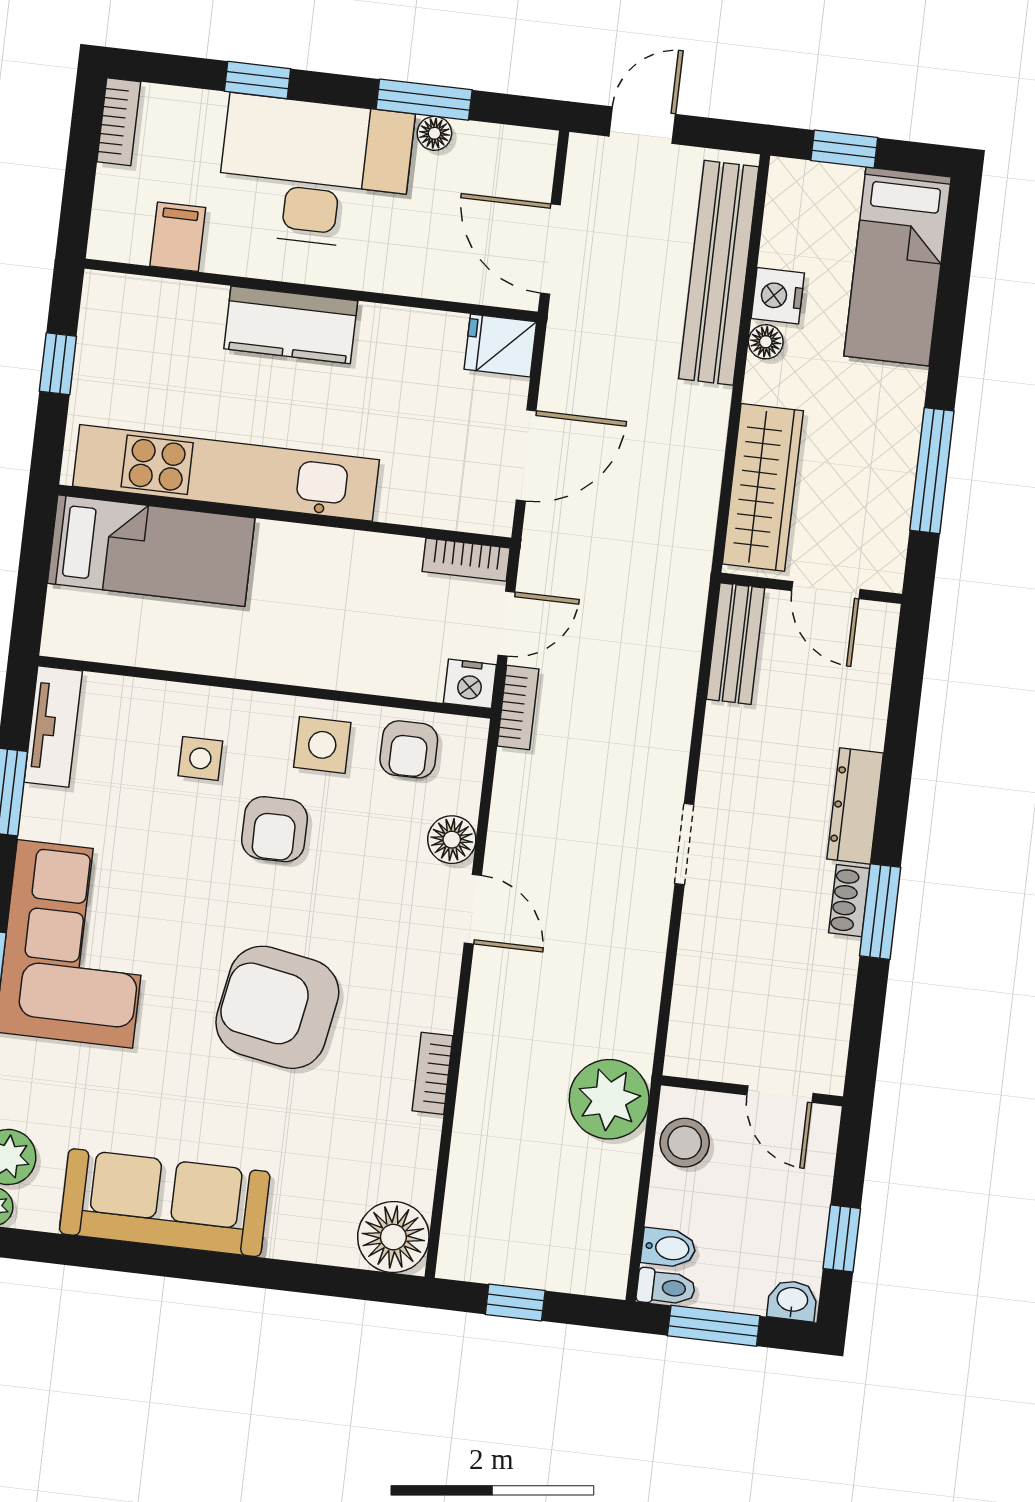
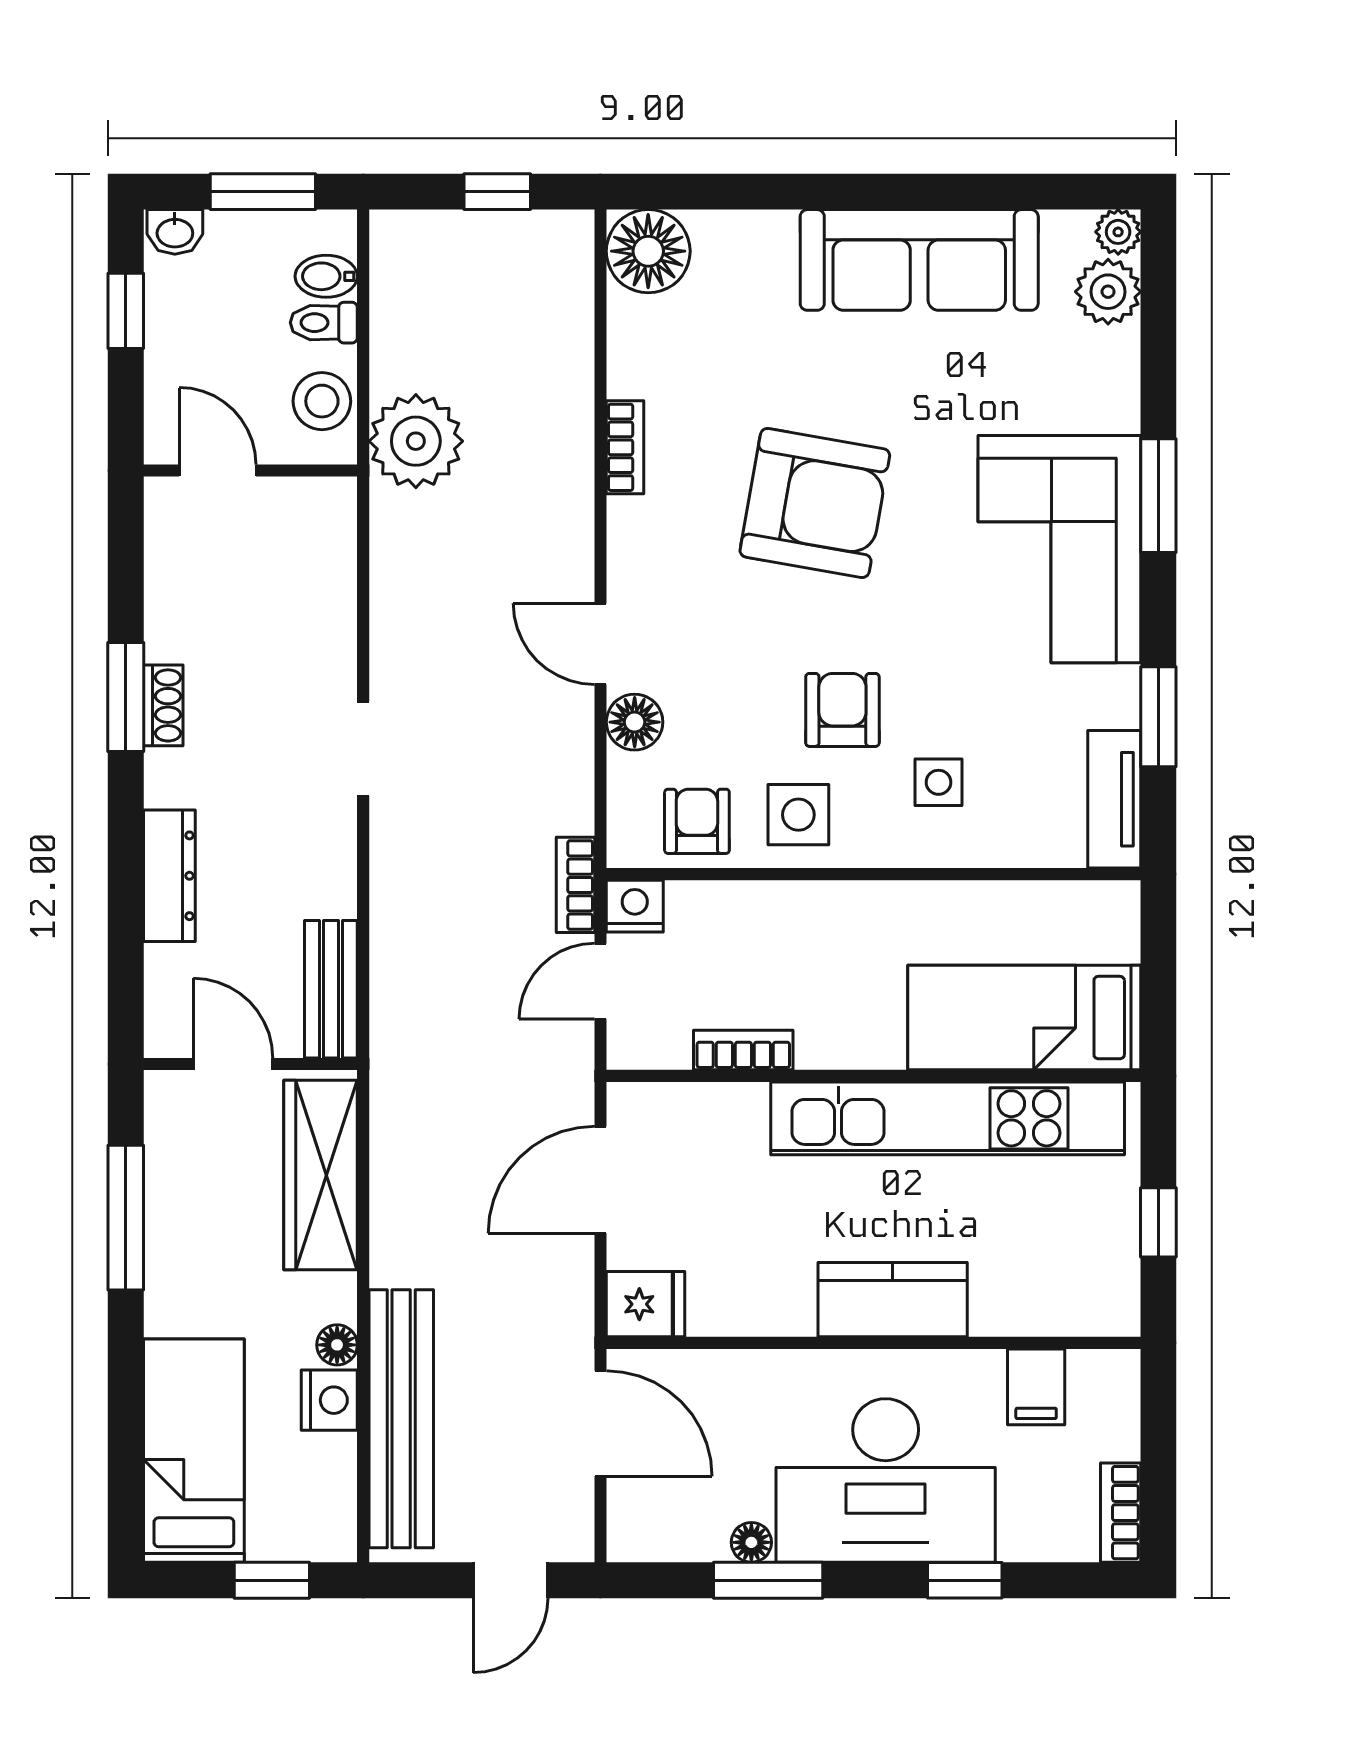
bookcase: (466, 560) -> (743, 1050), moved
dresser: (855, 806) -> (169, 876), moved
toilet: (666, 1287) -> (324, 323), moved

